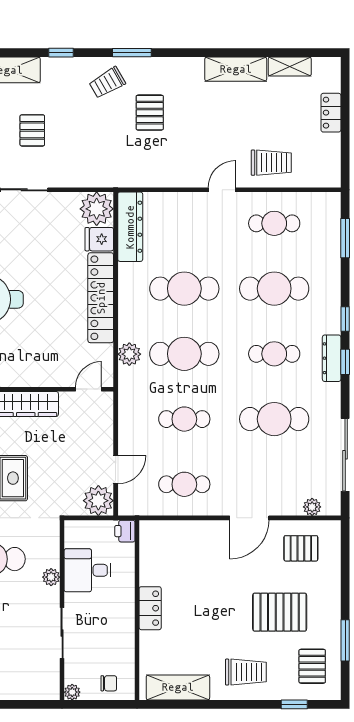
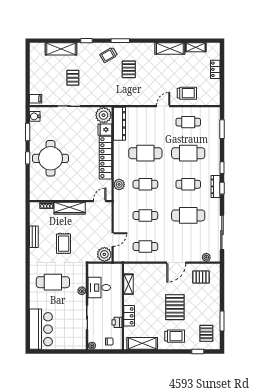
cafe table: (184, 354) -> (145, 184), width x0.73, depth x0.74
printer: (125, 531) -> (117, 322), moved
shelving: (149, 563) -> (128, 284), added
locker: (150, 608) -> (129, 316), moved
pallet: (280, 612) -> (175, 307), moved, turned 90

